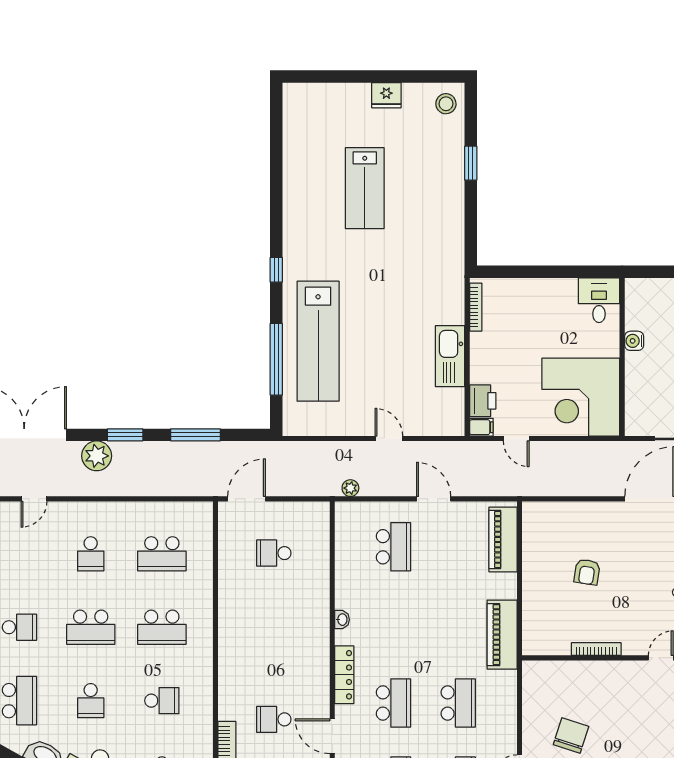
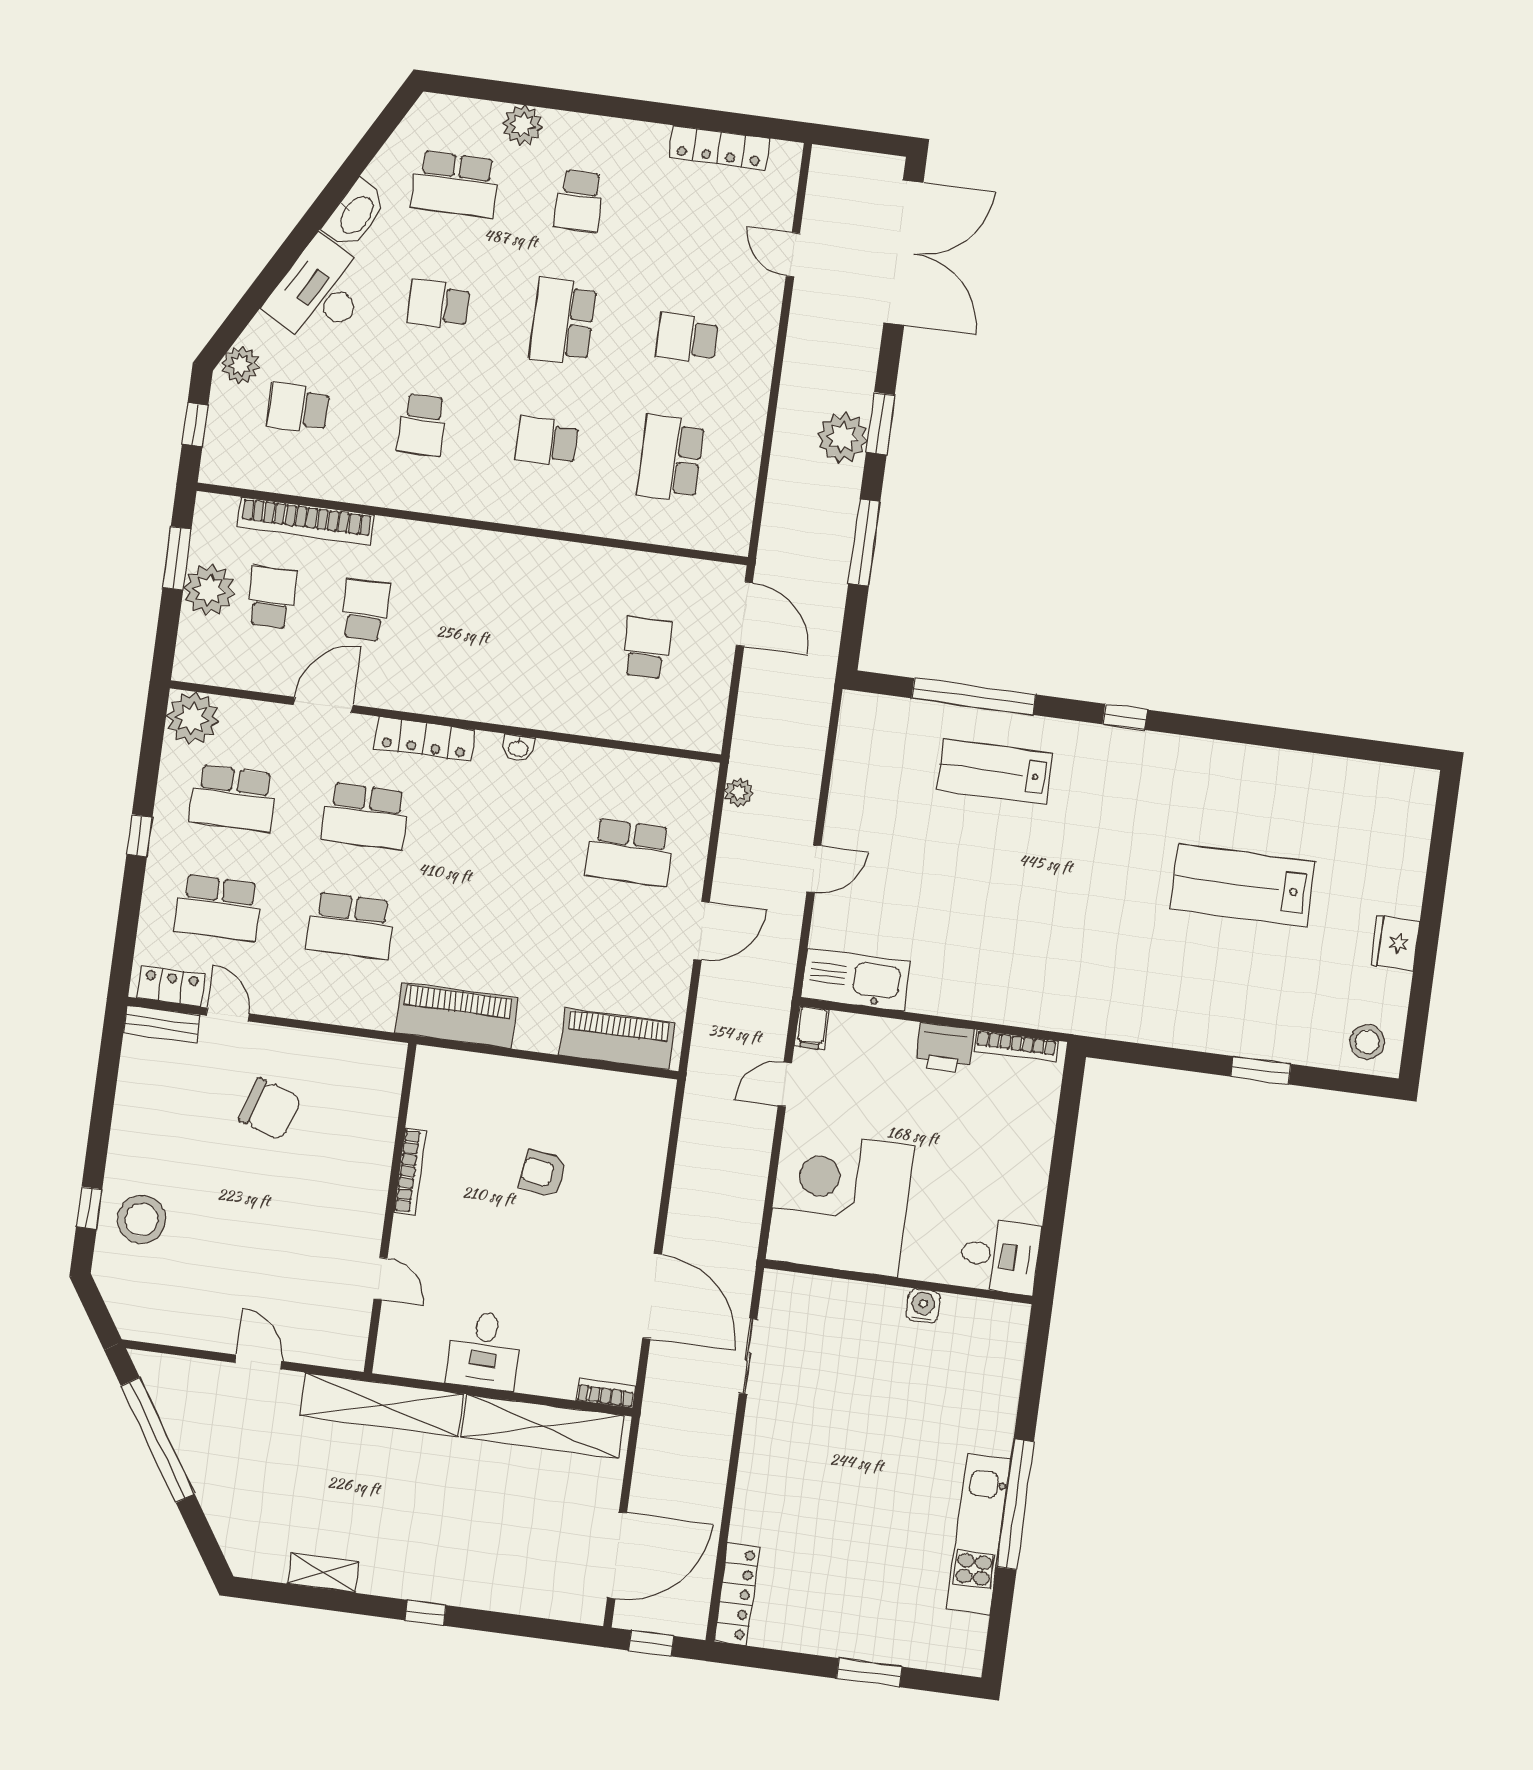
lab bench: (318, 341) -> (995, 771), width x0.54, depth x0.72
kitchen sink: (450, 356) -> (856, 980), moved
printer: (483, 401) -> (944, 1048), moved
plant: (97, 456) -> (842, 438), moved
school desk: (162, 627) -> (547, 442), width x0.54

